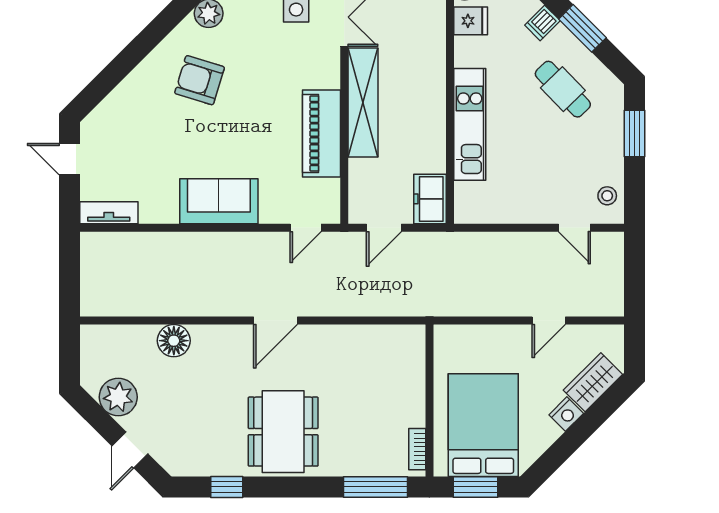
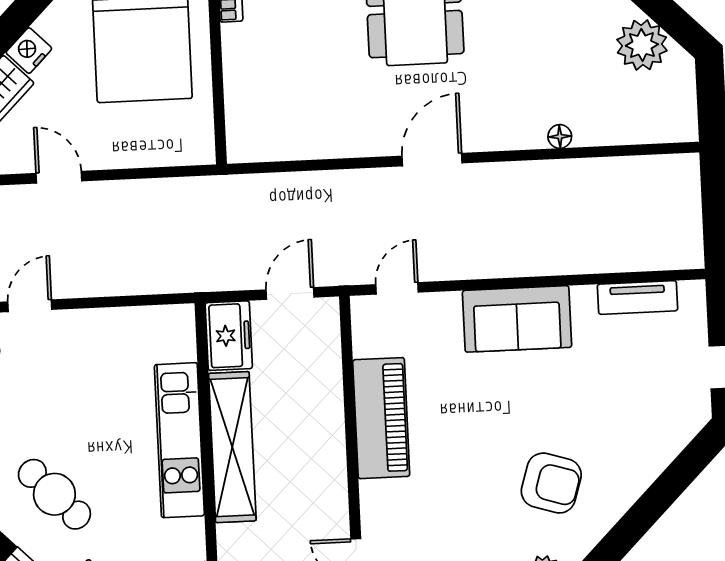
shelving: (363, 103) -> (232, 447), moved
tv unit: (109, 213) -> (638, 297), moved
door: (574, 228) -> (30, 306), hinge flipped
door: (549, 321) -> (59, 177), hinge flipped
floor lamp: (174, 341) -> (560, 136), width x0.53, depth x0.53

